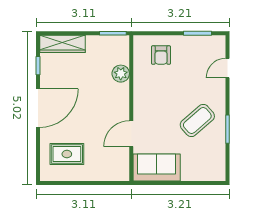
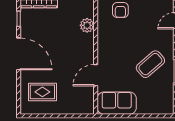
door: (38, 108) -> (19, 54), hinge flipped

